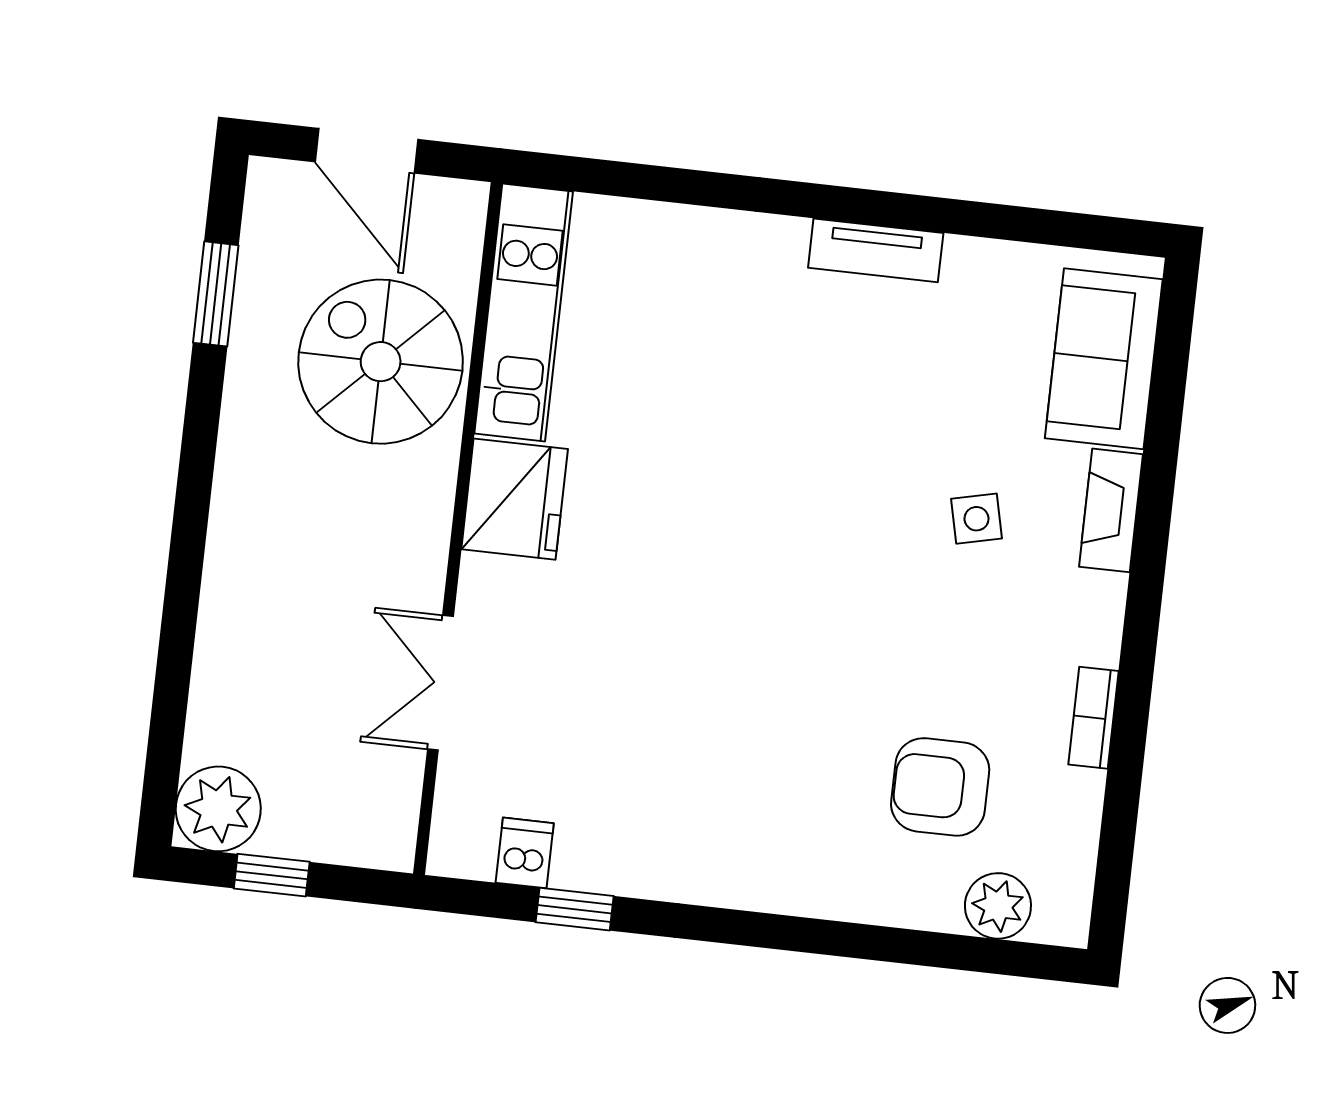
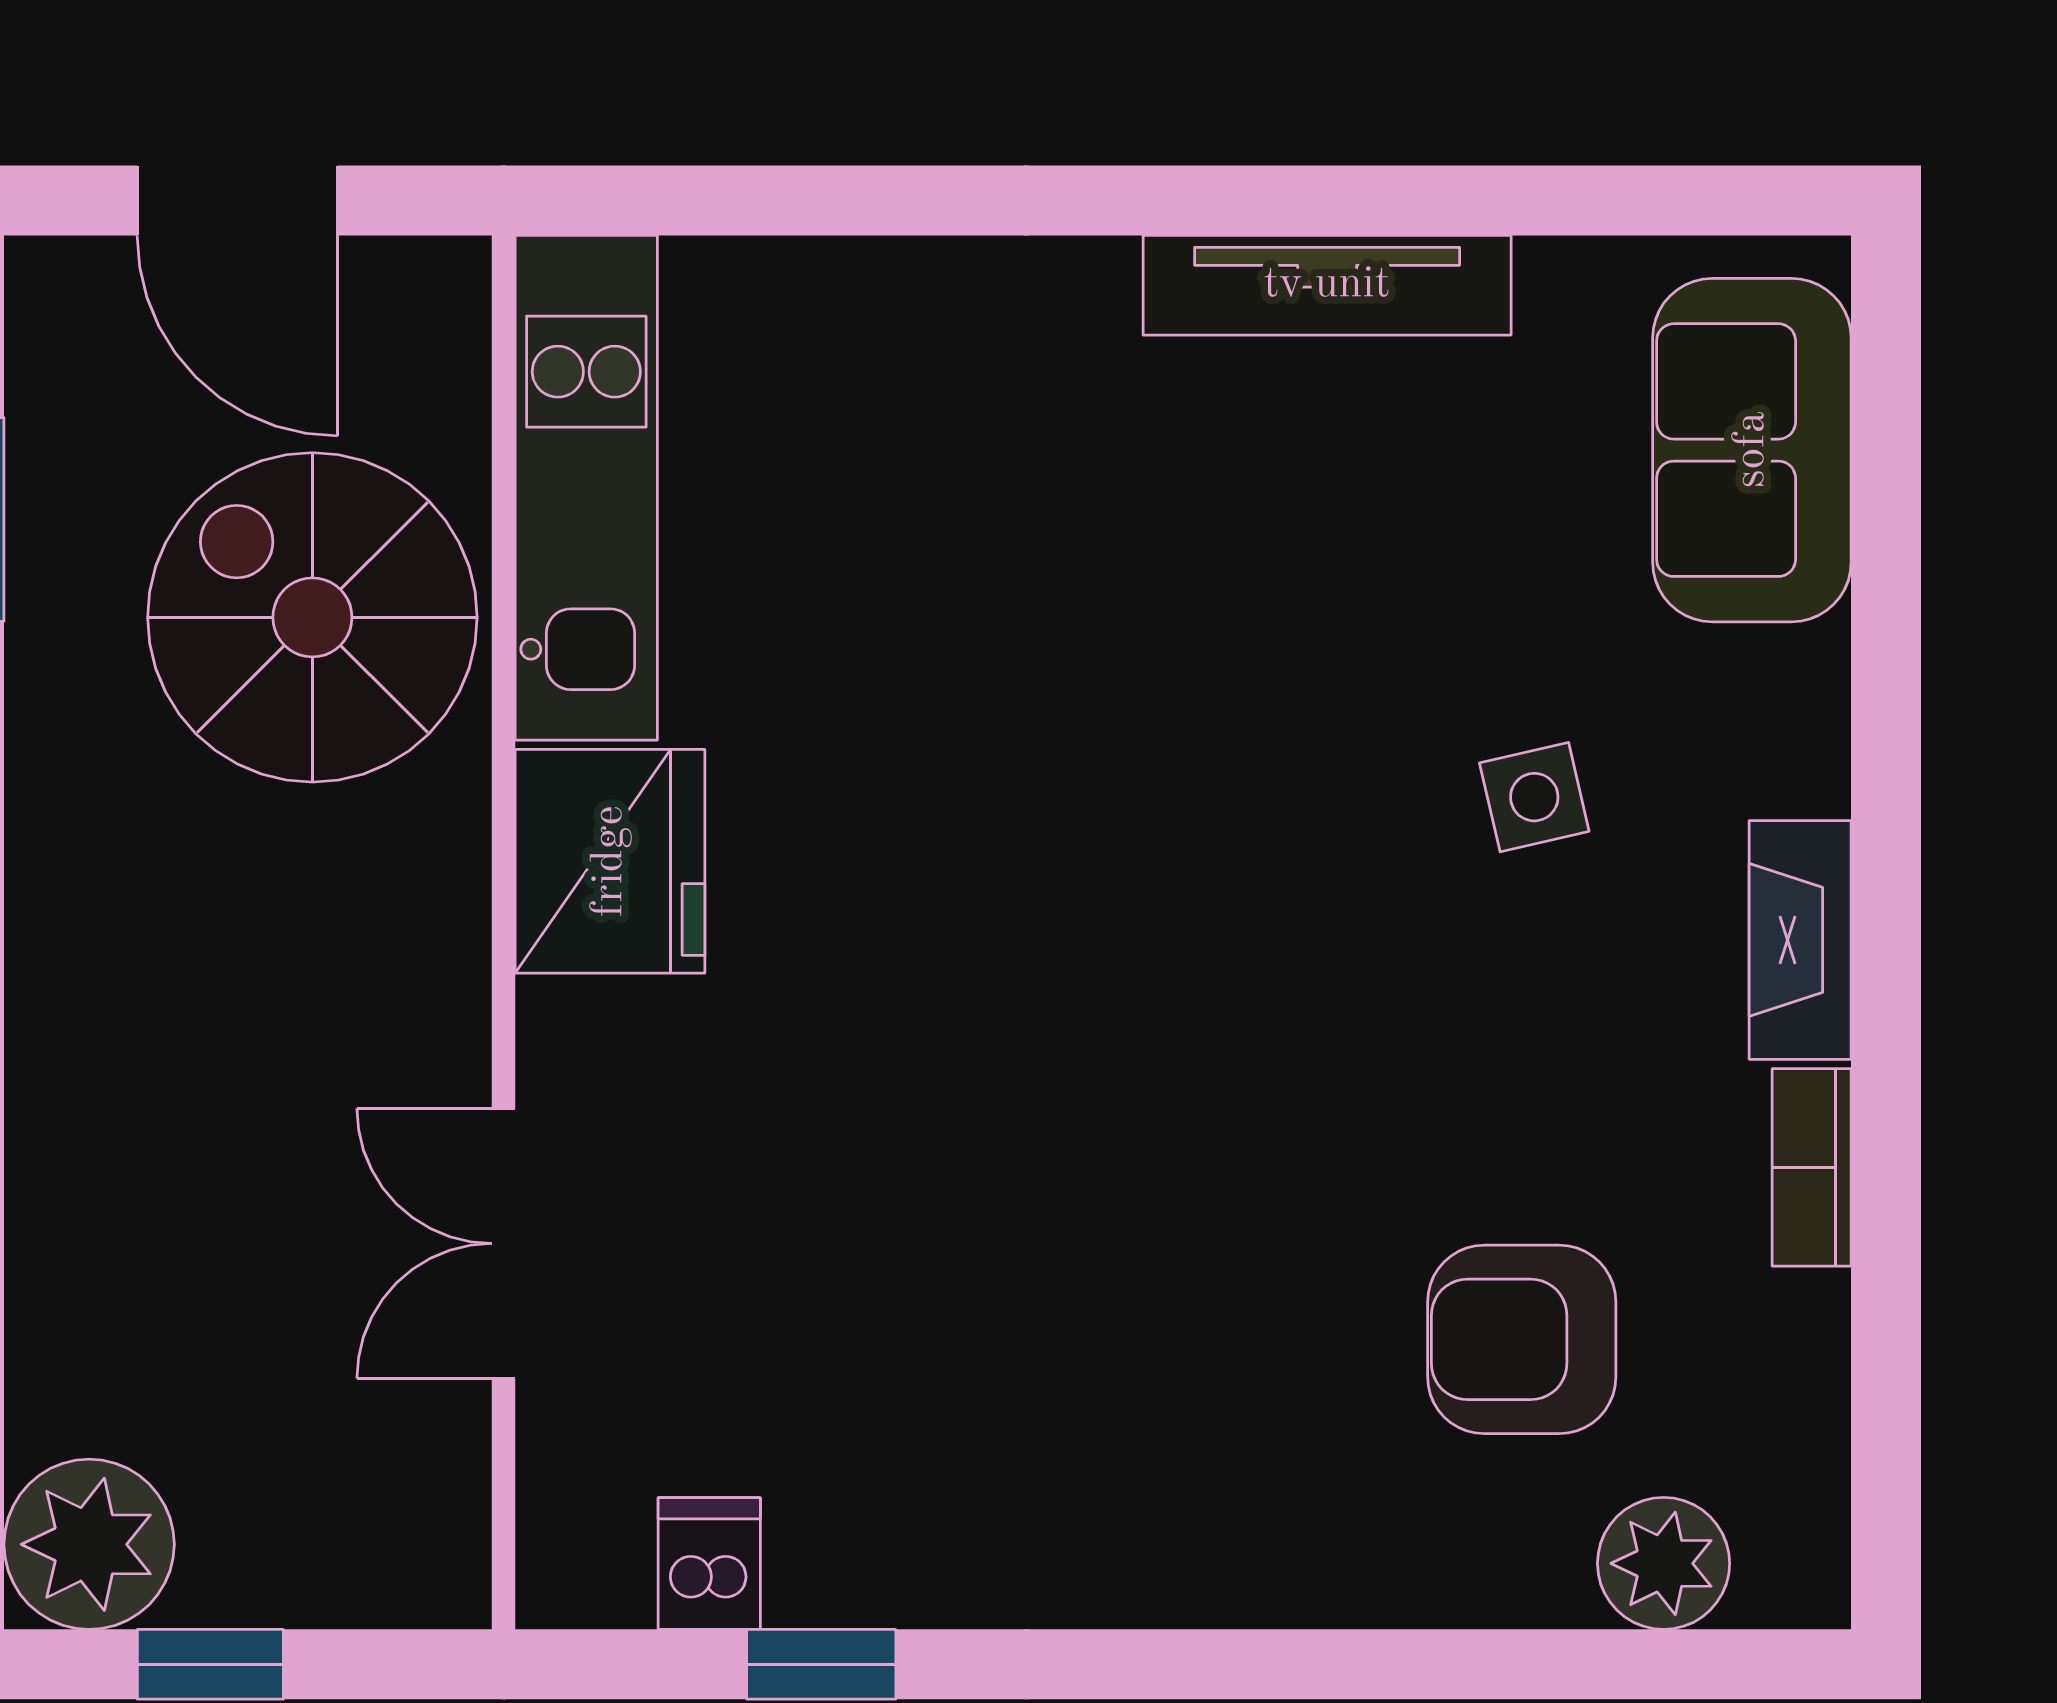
tv unit: (876, 250) -> (1327, 285), width x1.41
fireplace: (1111, 510) -> (1800, 940), moved

